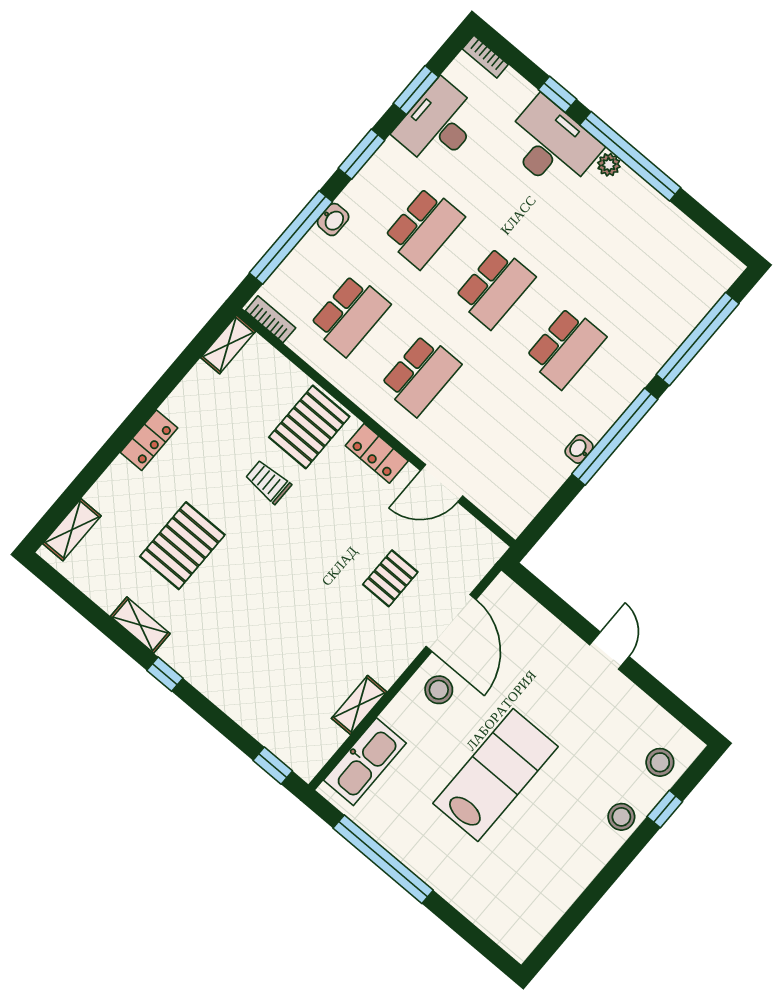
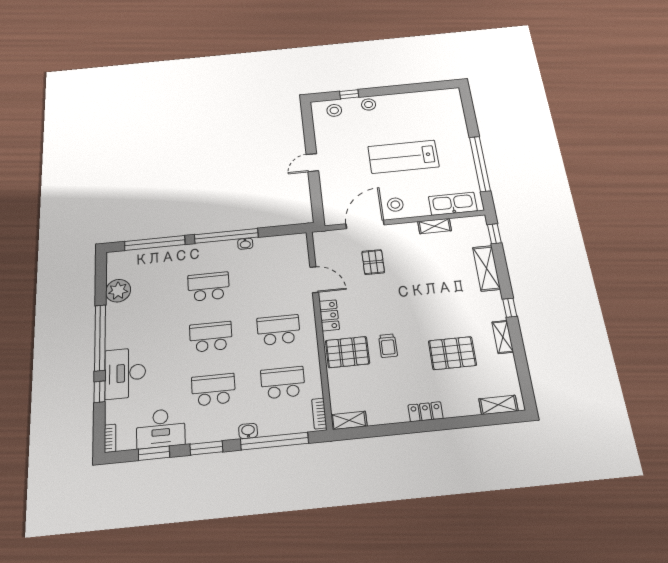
plant: (609, 165) -> (118, 291), moved, width x1.87, depth x1.87
pallet: (390, 578) -> (373, 262), turned 90
shelving: (240, 704) -> (487, 268), added

